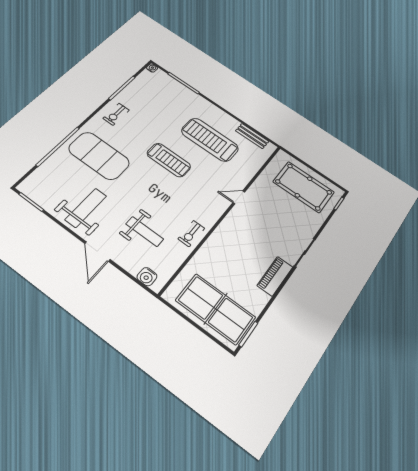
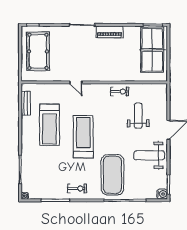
treadmill: (169, 160) -> (83, 137), width x1.37, depth x1.38
water cooler: (147, 277) -> (162, 194), moved

